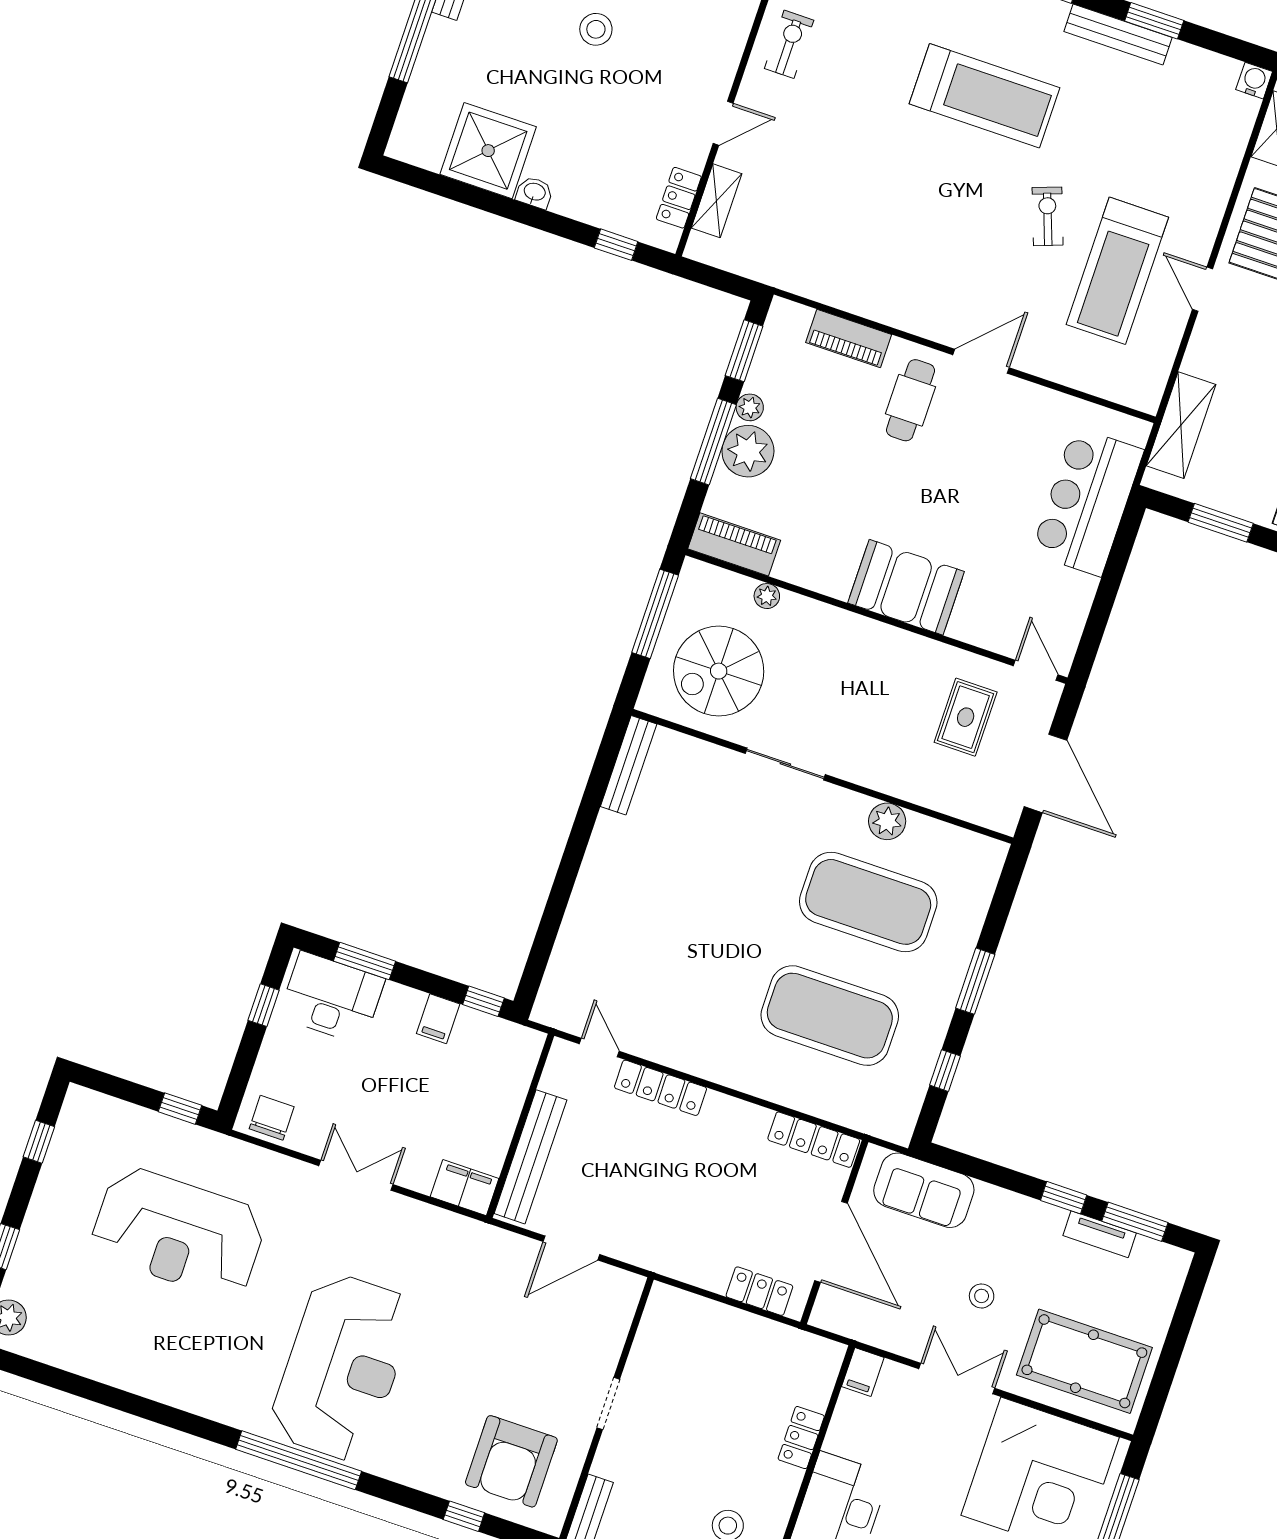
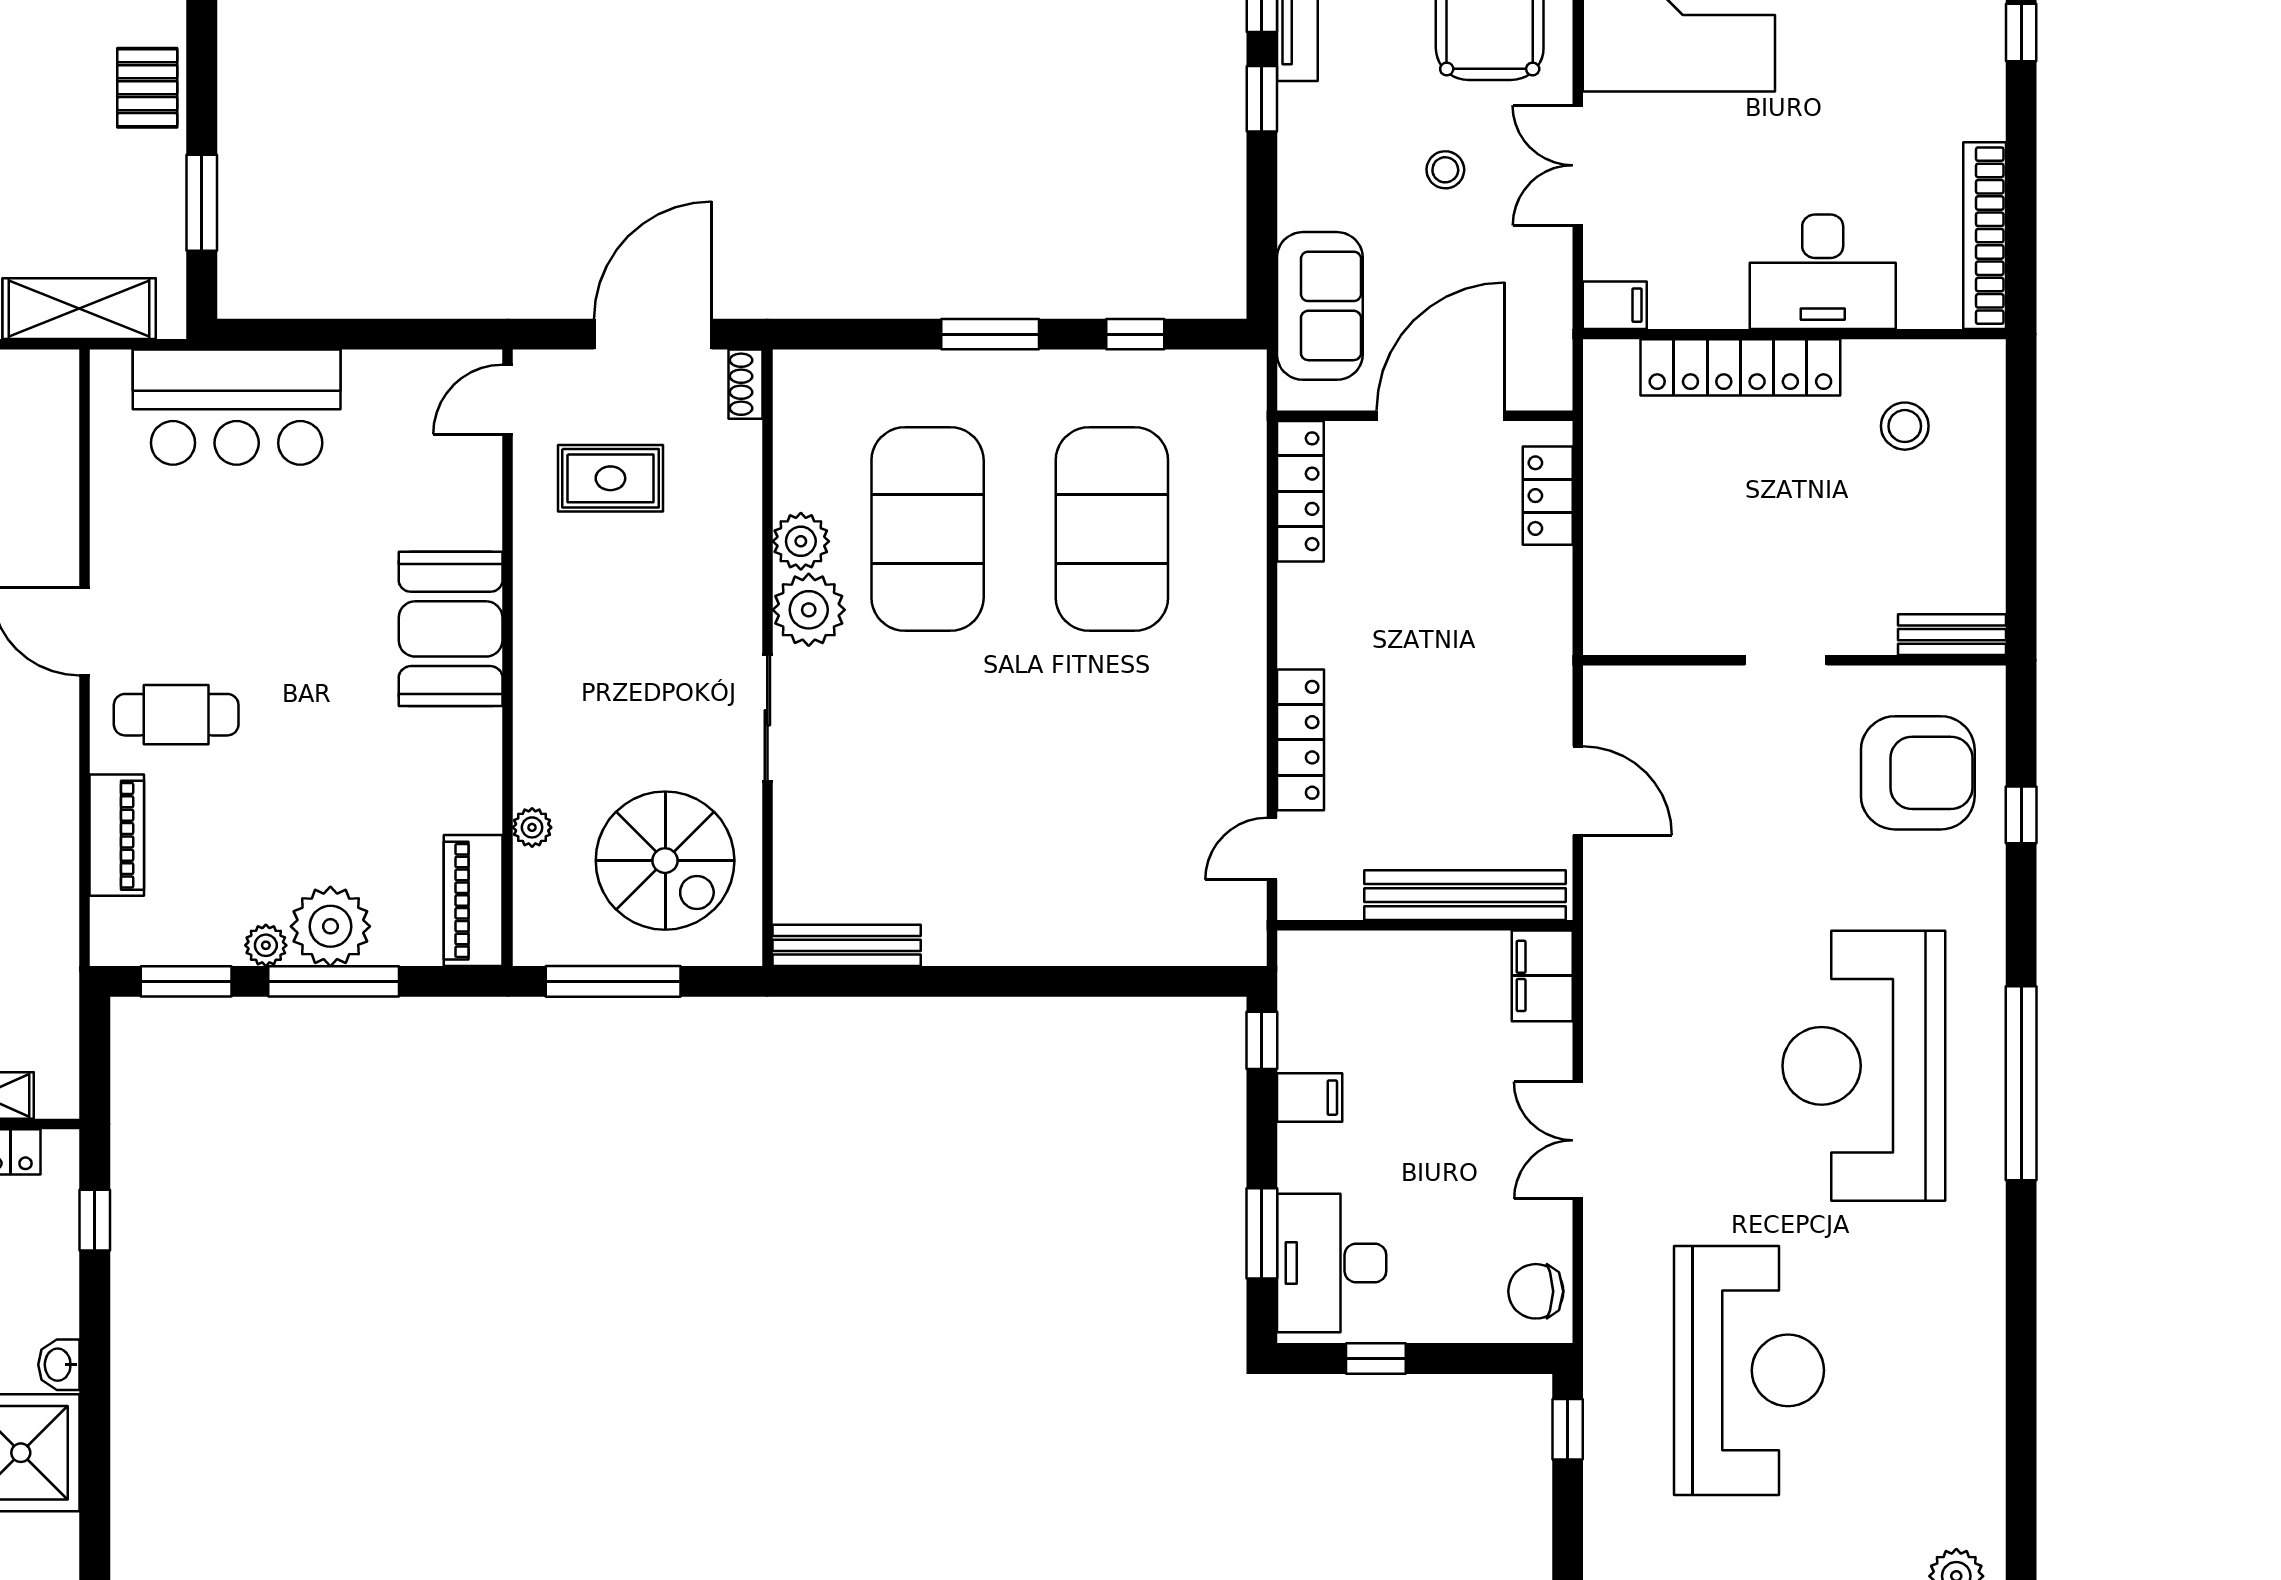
plant: (843, 812) -> (809, 610), added
shoe rack: (995, 820) -> (745, 384), added
reception desk: (342, 1367) -> (1864, 1066), turned -90
locker: (801, 1438) -> (1740, 367), width x2.16, depth x1.21

